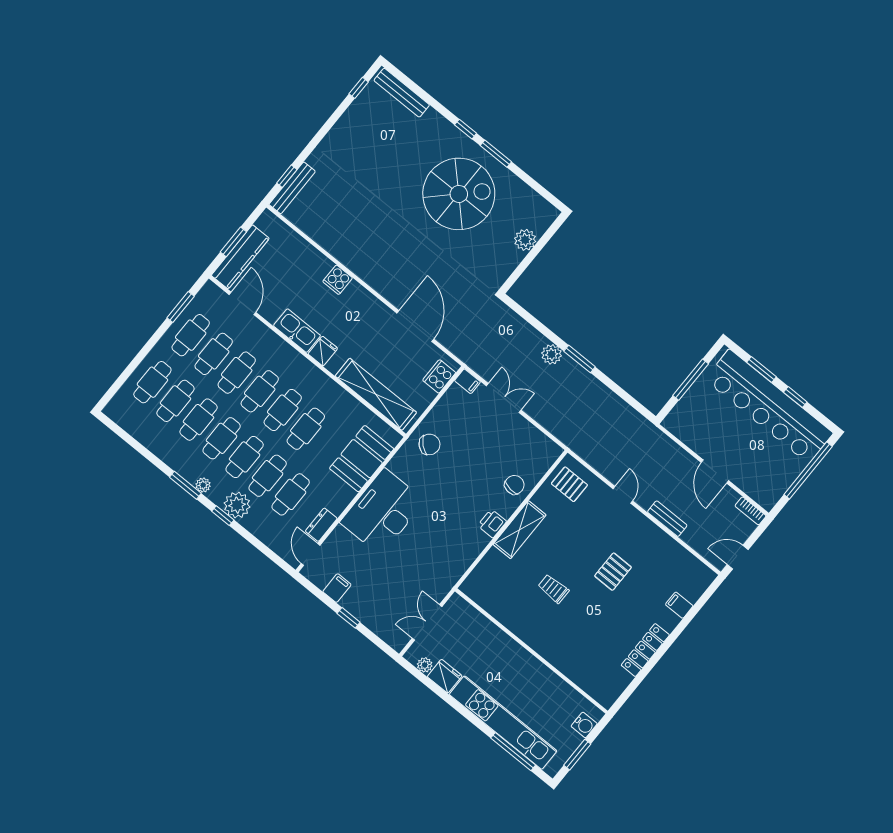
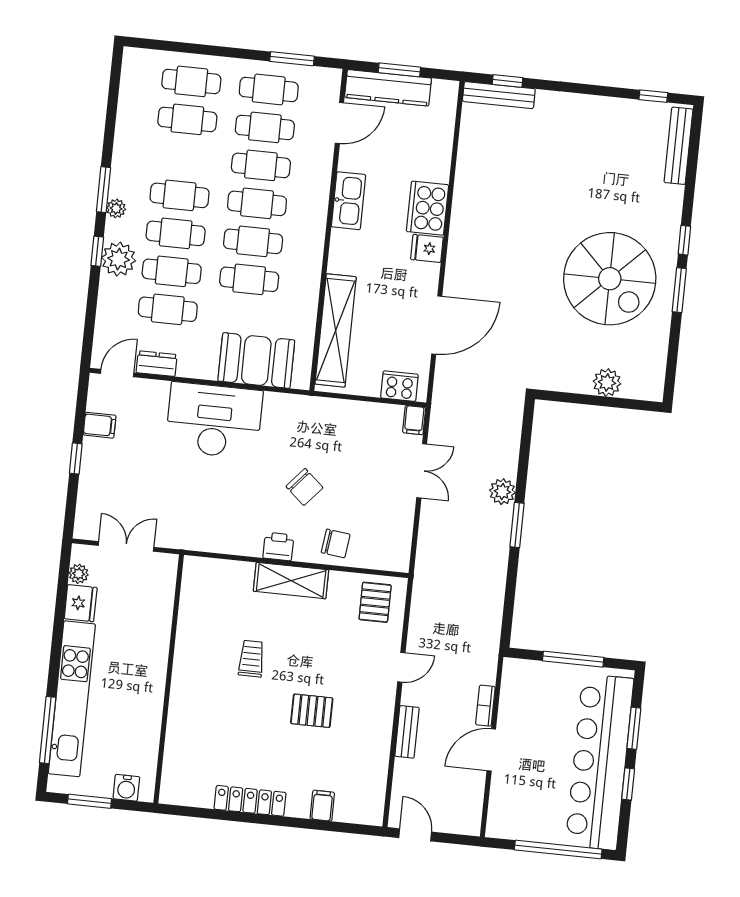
cooker: (338, 280) -> (428, 208), width x1.87, depth x1.31
fridge: (323, 351) -> (427, 248), moved, turned 180
cafe table: (199, 420) -> (183, 157), removed
chair: (429, 444) -> (305, 487), moved
bookcase: (751, 511) -> (485, 706), moved

